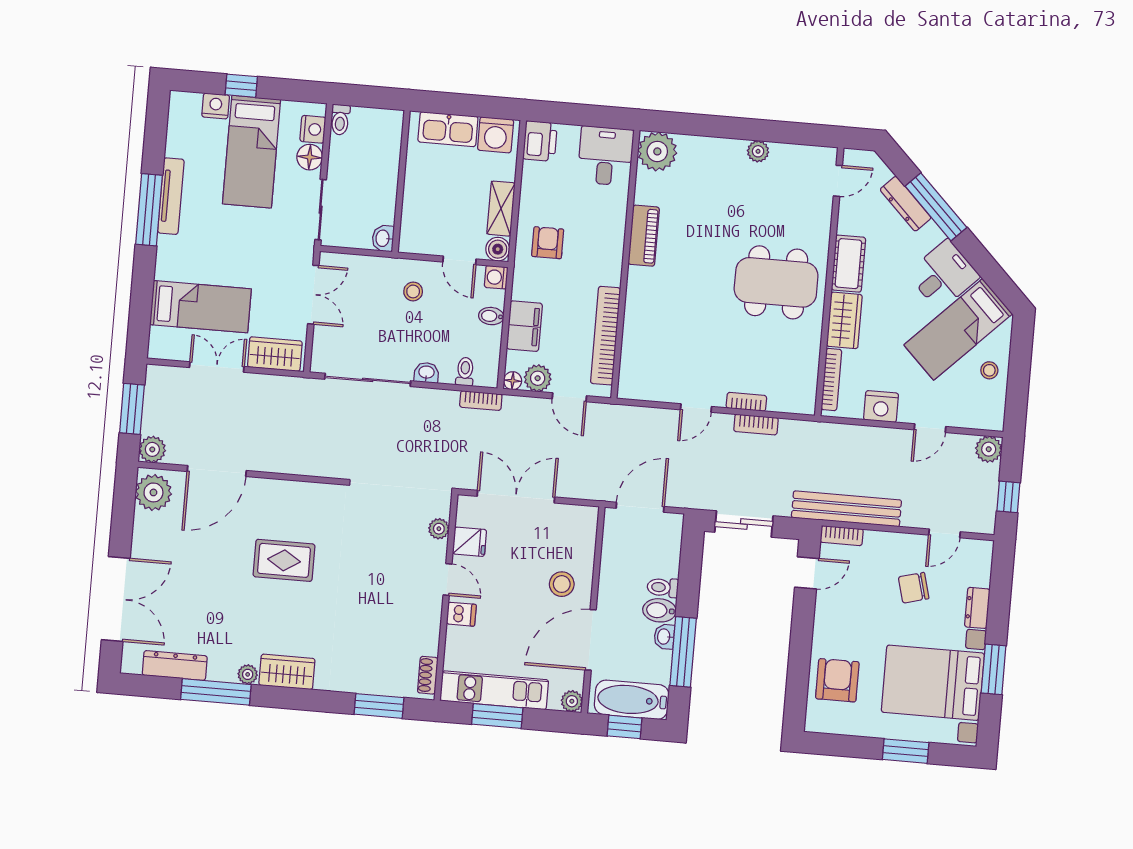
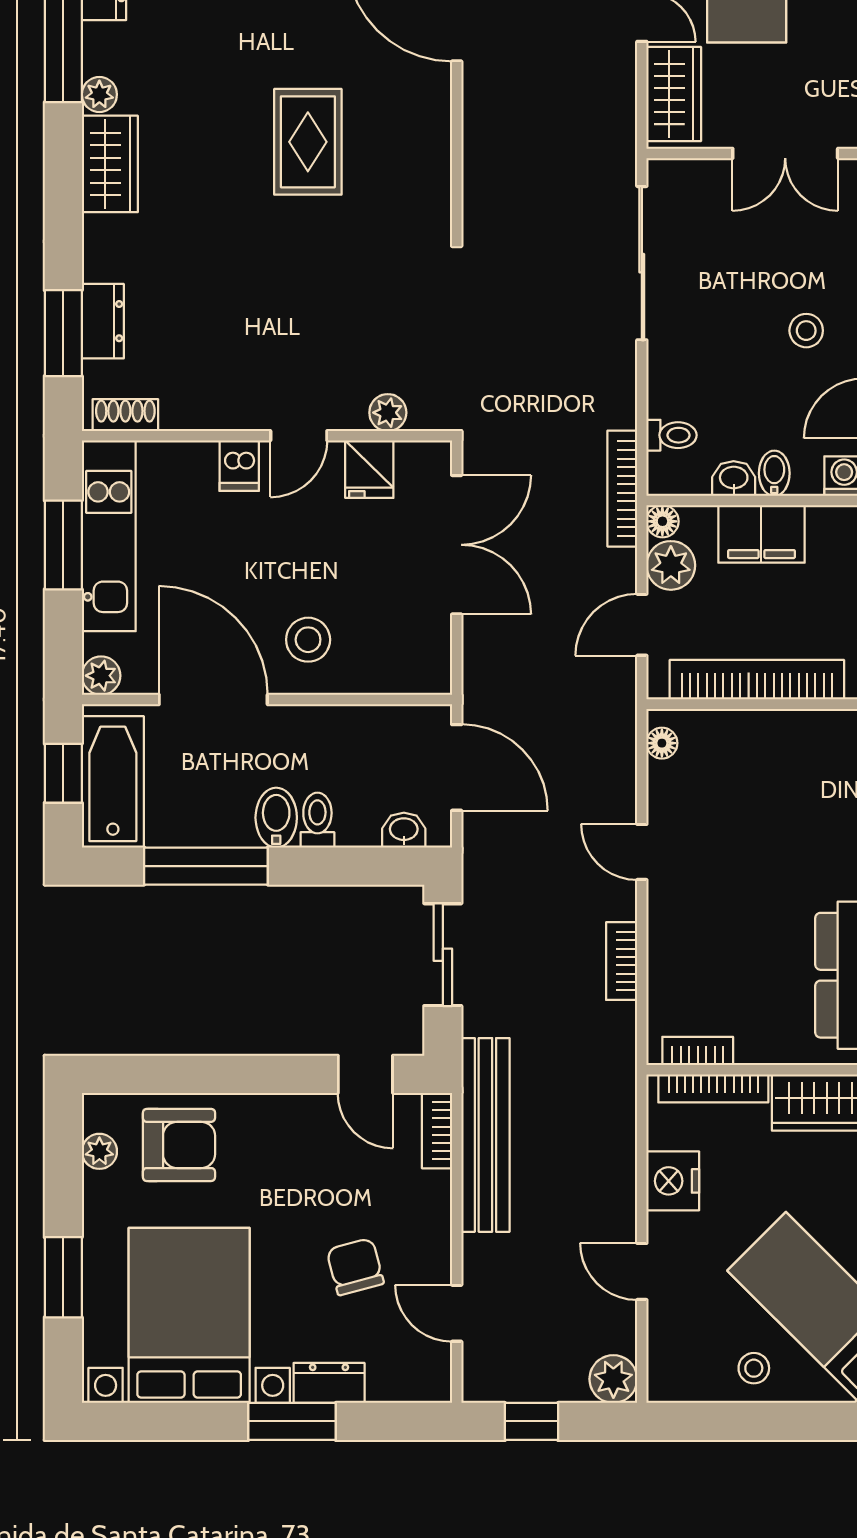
washbasin: (426, 373) -> (734, 479), moved, turned -90
floor lamp: (636, 392) -> (662, 743), added
bookcase: (481, 401) -> (622, 489), width x1.56
bookcase: (746, 402) -> (698, 1051), moved, turned -90
washbasin: (664, 637) -> (404, 830), moved
window: (994, 669) -> (292, 1421), moved
dresser: (374, 683) -> (103, 321), added
plant: (837, 725) -> (99, 1151), added

